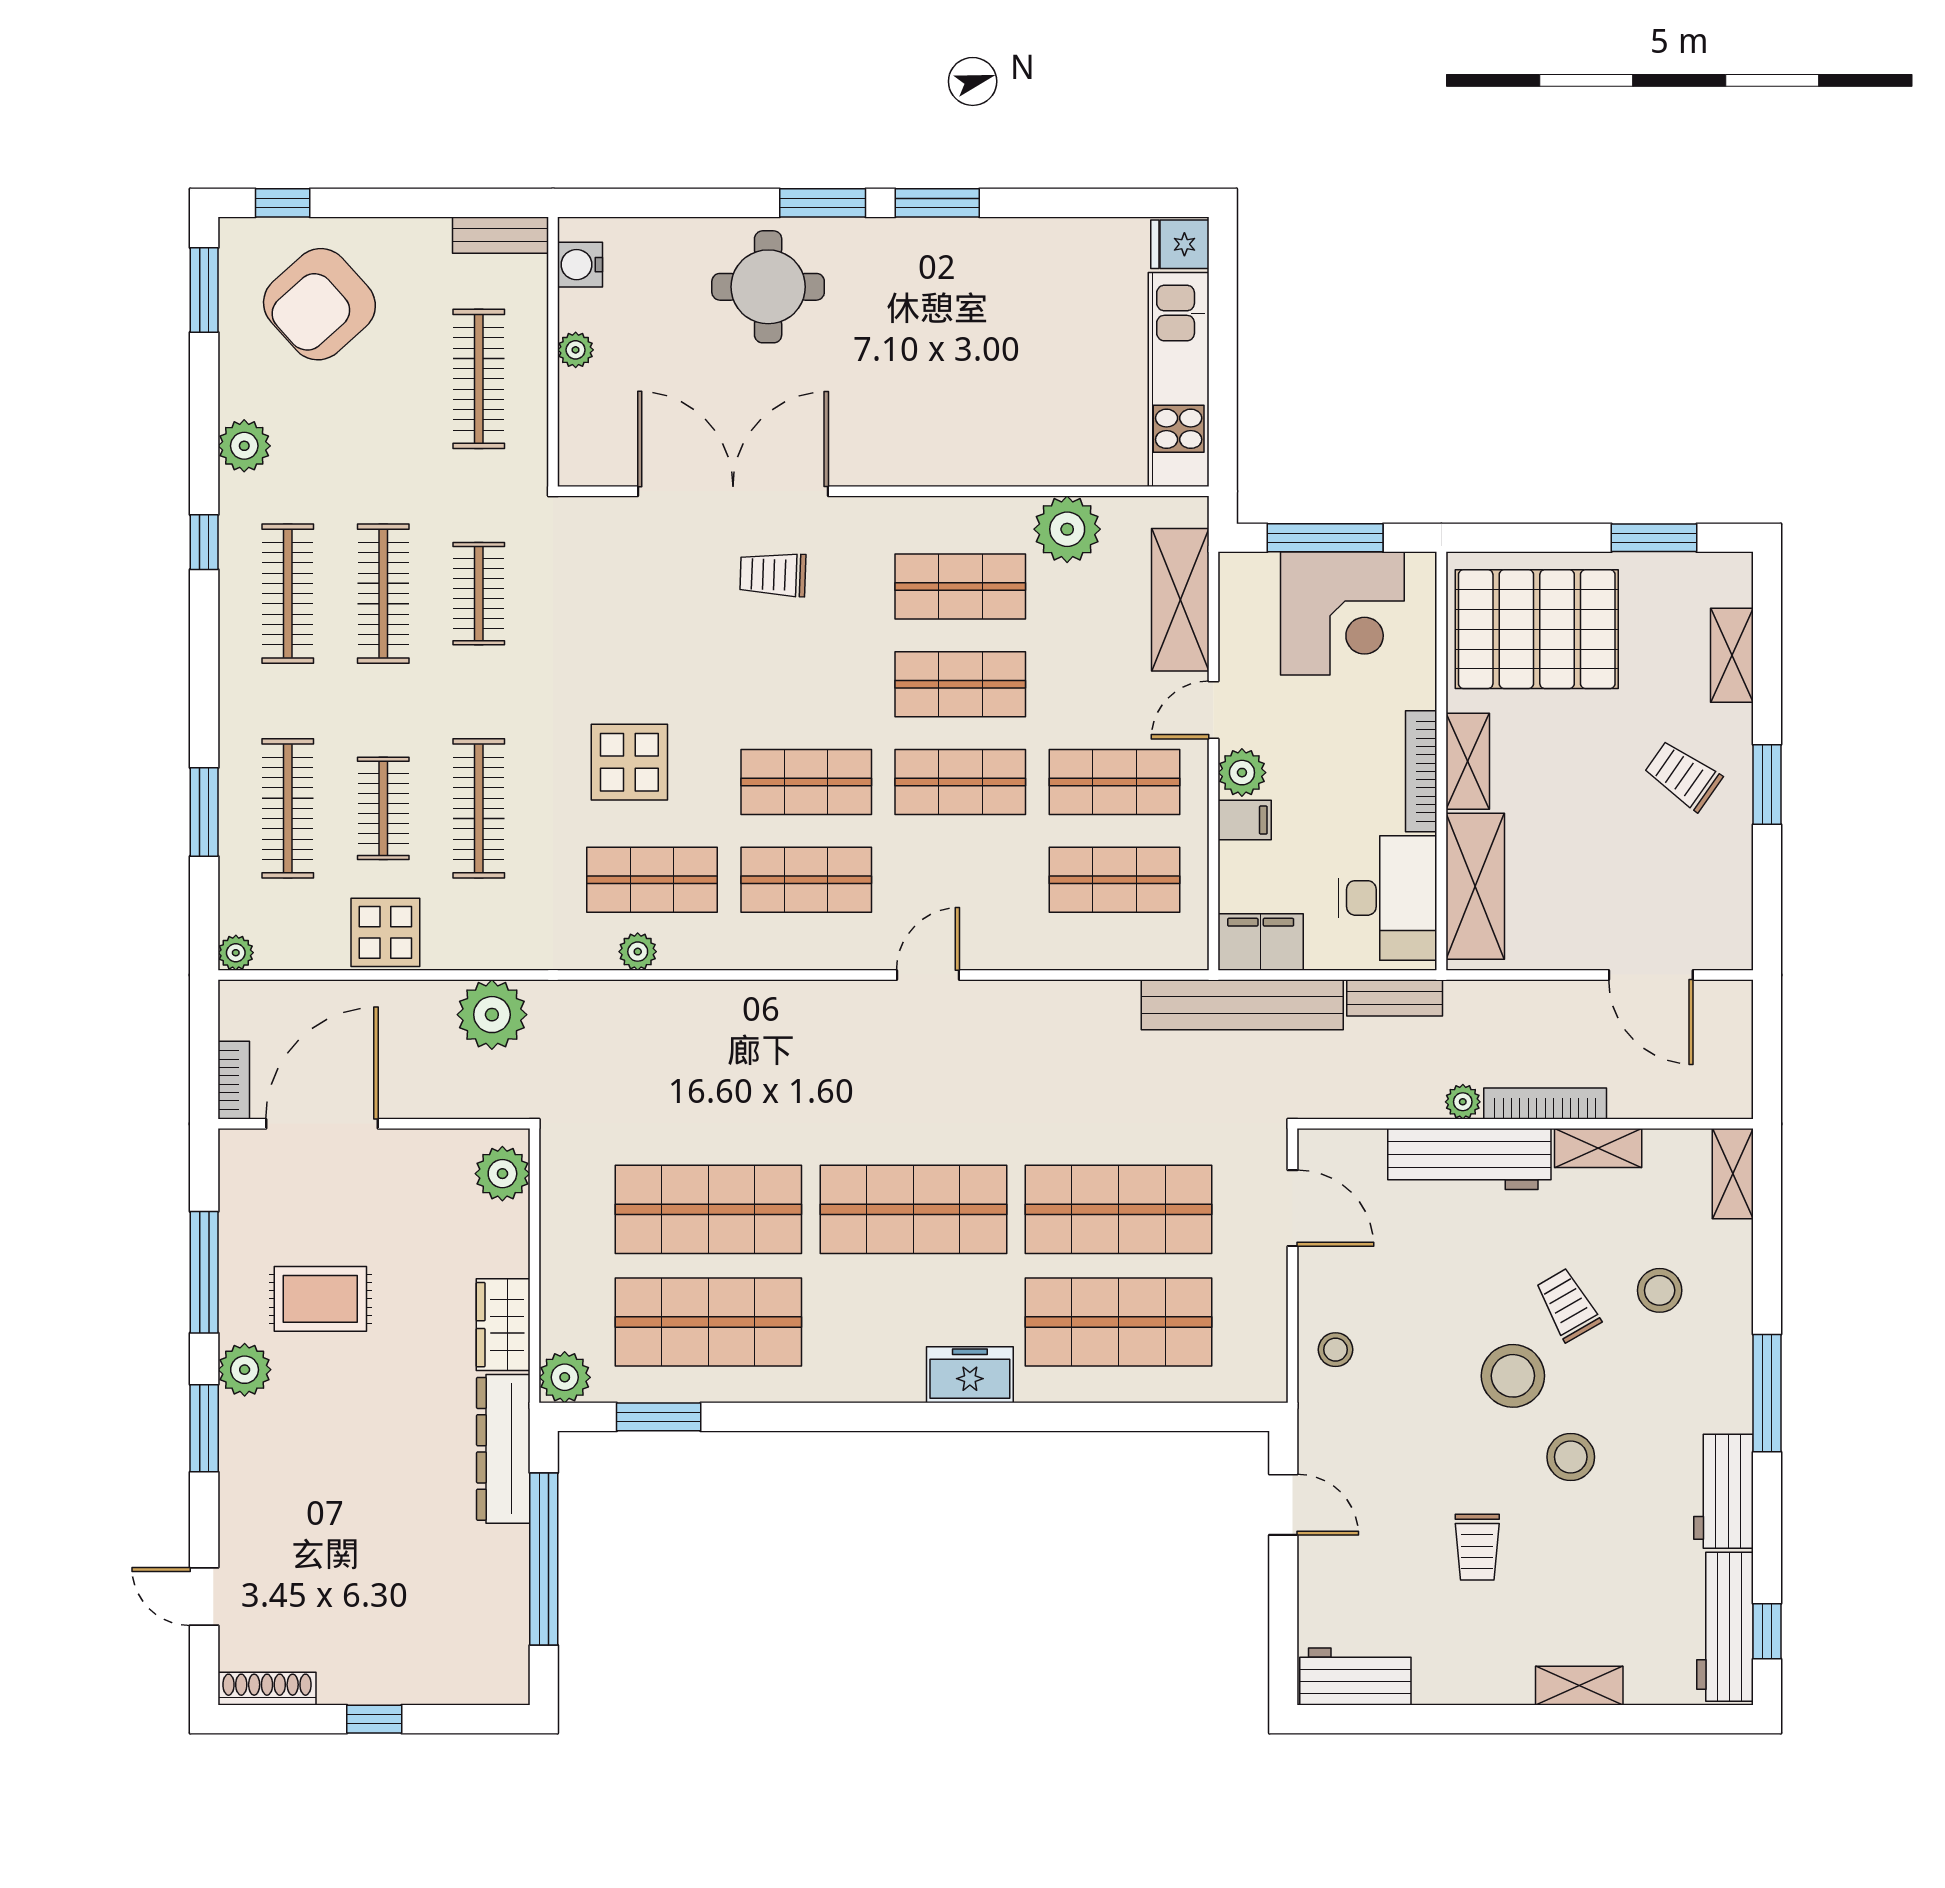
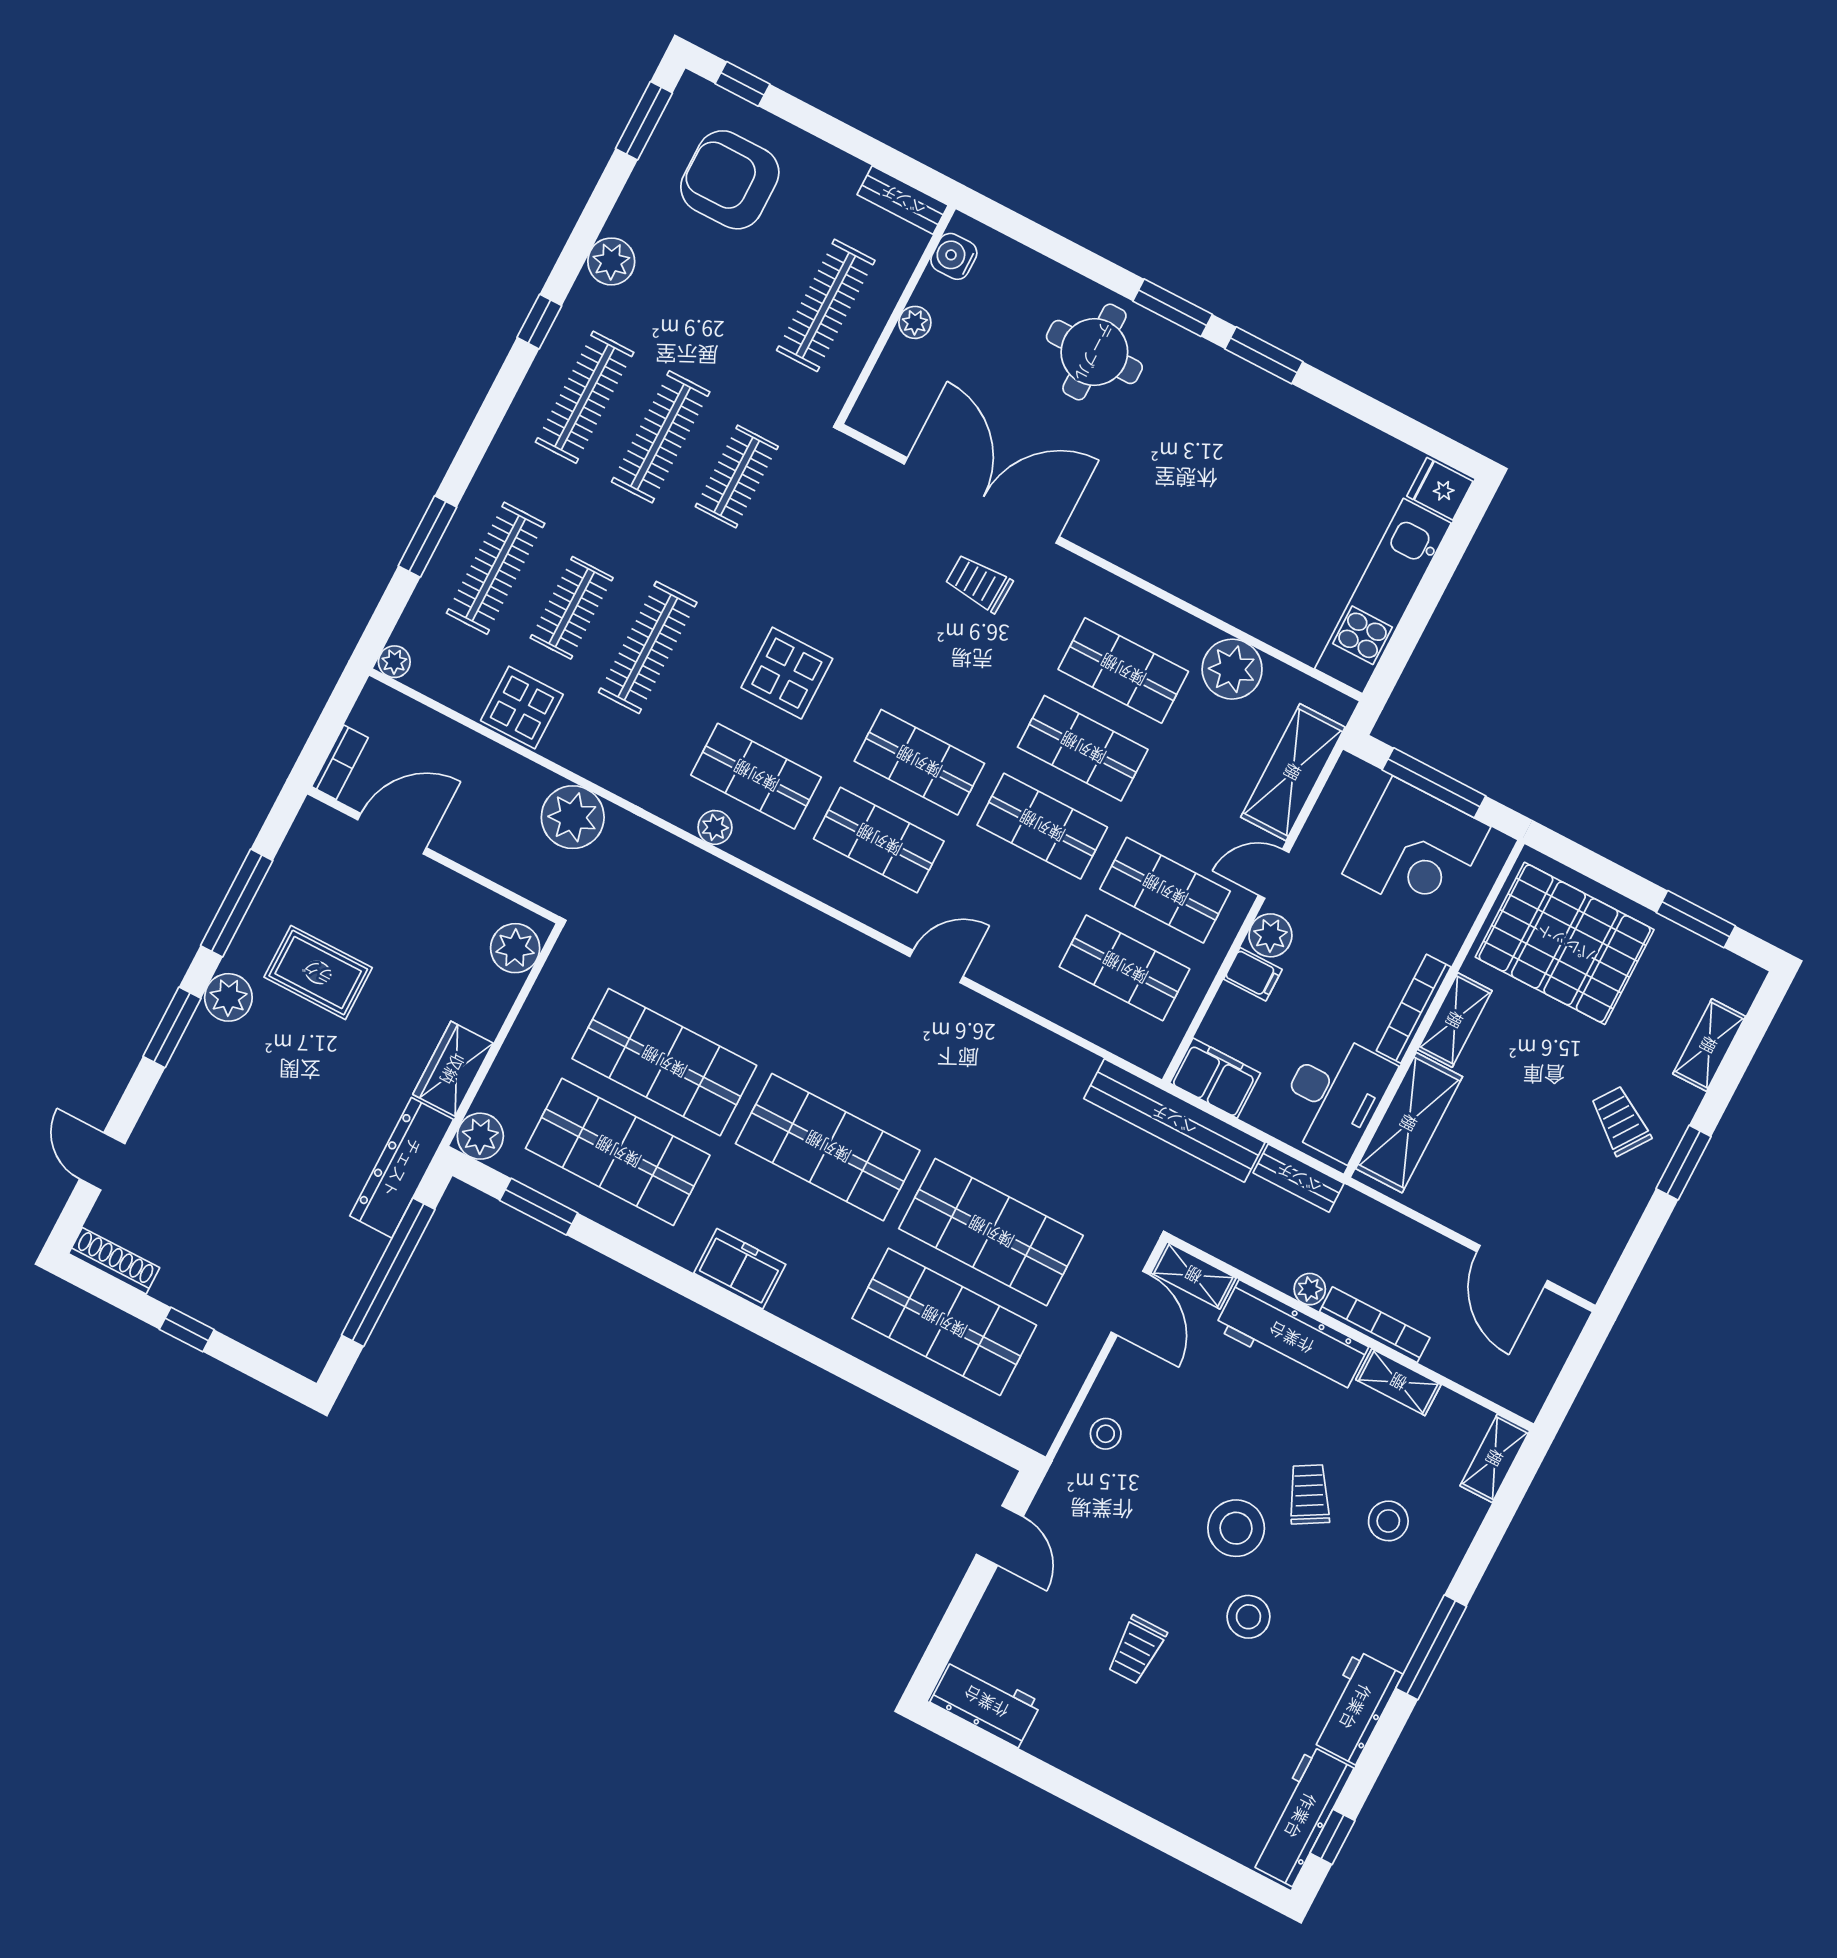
armchair: (319, 304) -> (730, 180), turned 42
door: (322, 1124) -> (392, 834), width x0.73
freezer: (970, 1375) -> (740, 1269), moved
shelving: (1579, 1686) -> (1193, 1275), moved

